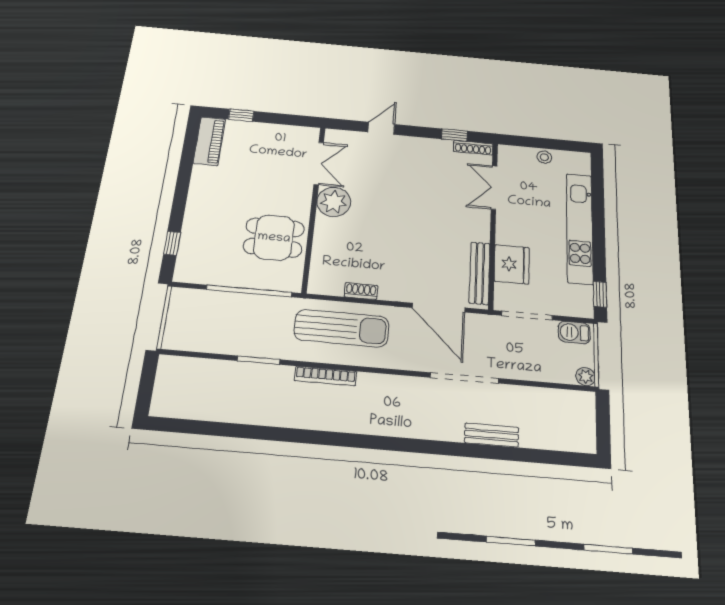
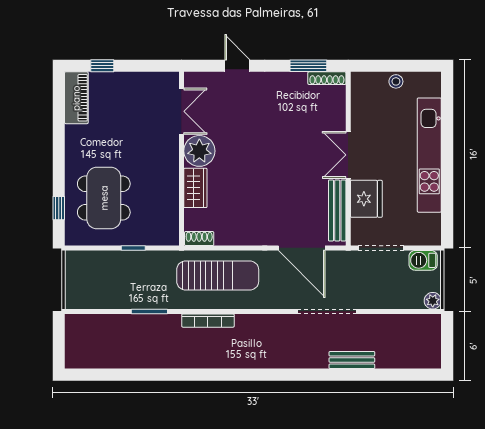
door: (381, 128) -> (237, 66), hinge flipped
window: (454, 135) -> (308, 66), width x1.50
double door: (494, 187) -> (348, 155), moved
wardrobe: (326, 237) -> (195, 188), added
dining table: (274, 238) -> (104, 198), moved, width x1.38
window: (249, 291) -> (133, 248), width x0.32
shoe rack: (361, 291) -> (199, 239), moved
window: (600, 294) -> (447, 221), removed

